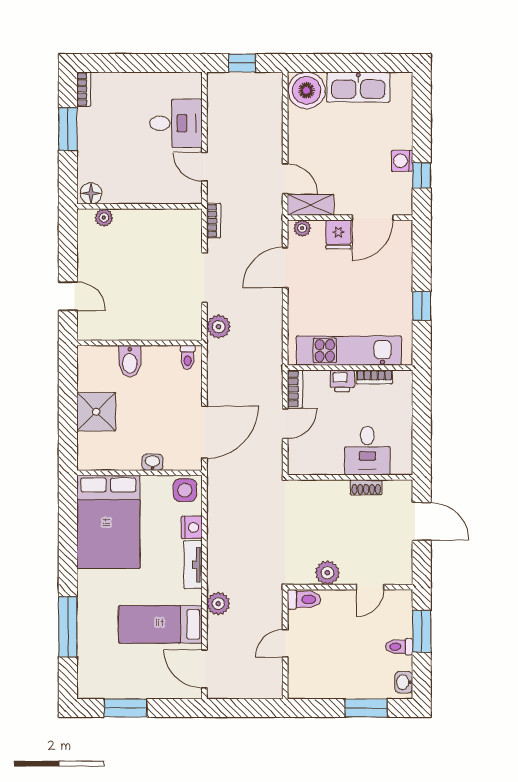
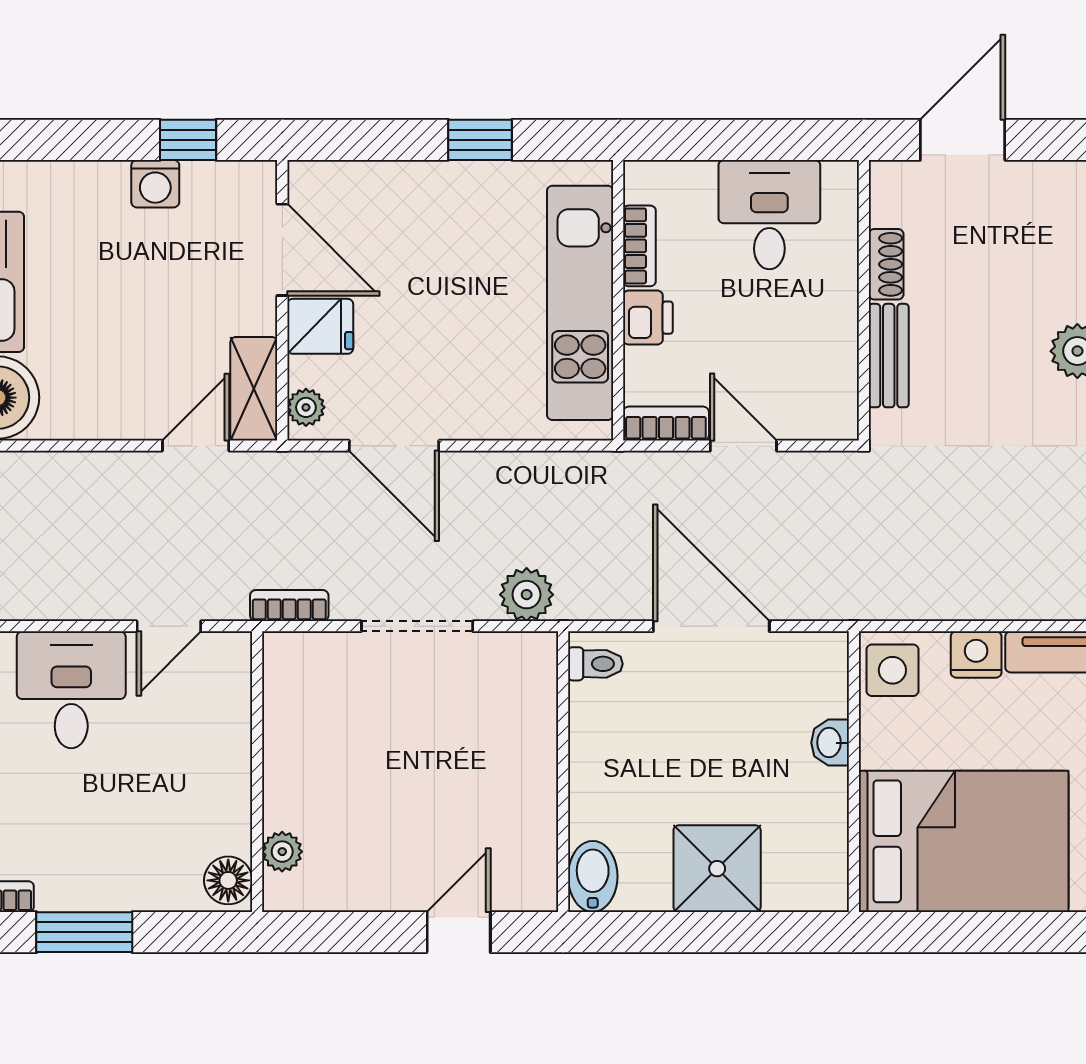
bidet: (130, 361) -> (593, 876), moved, turned -90
door: (204, 432) -> (711, 626), moved
desk: (367, 451) -> (769, 215), moved, turned -90
bench: (325, 488) -> (889, 356), added

